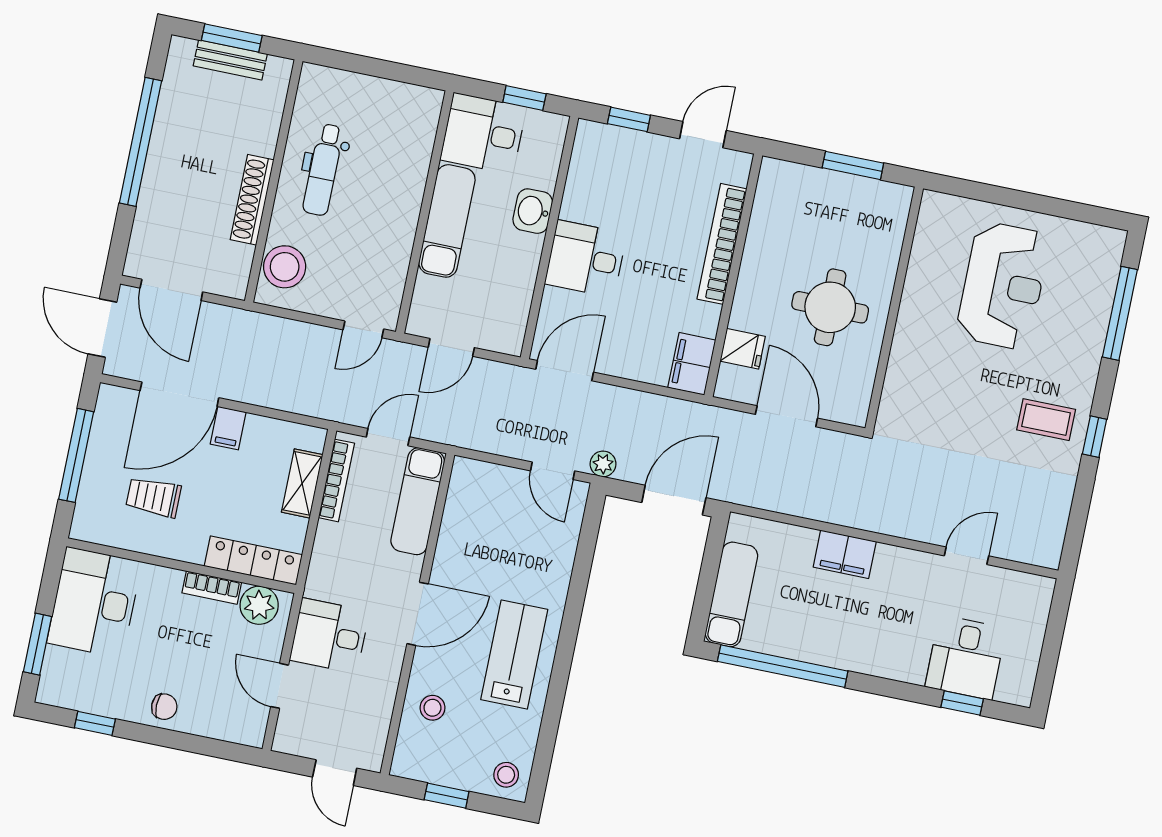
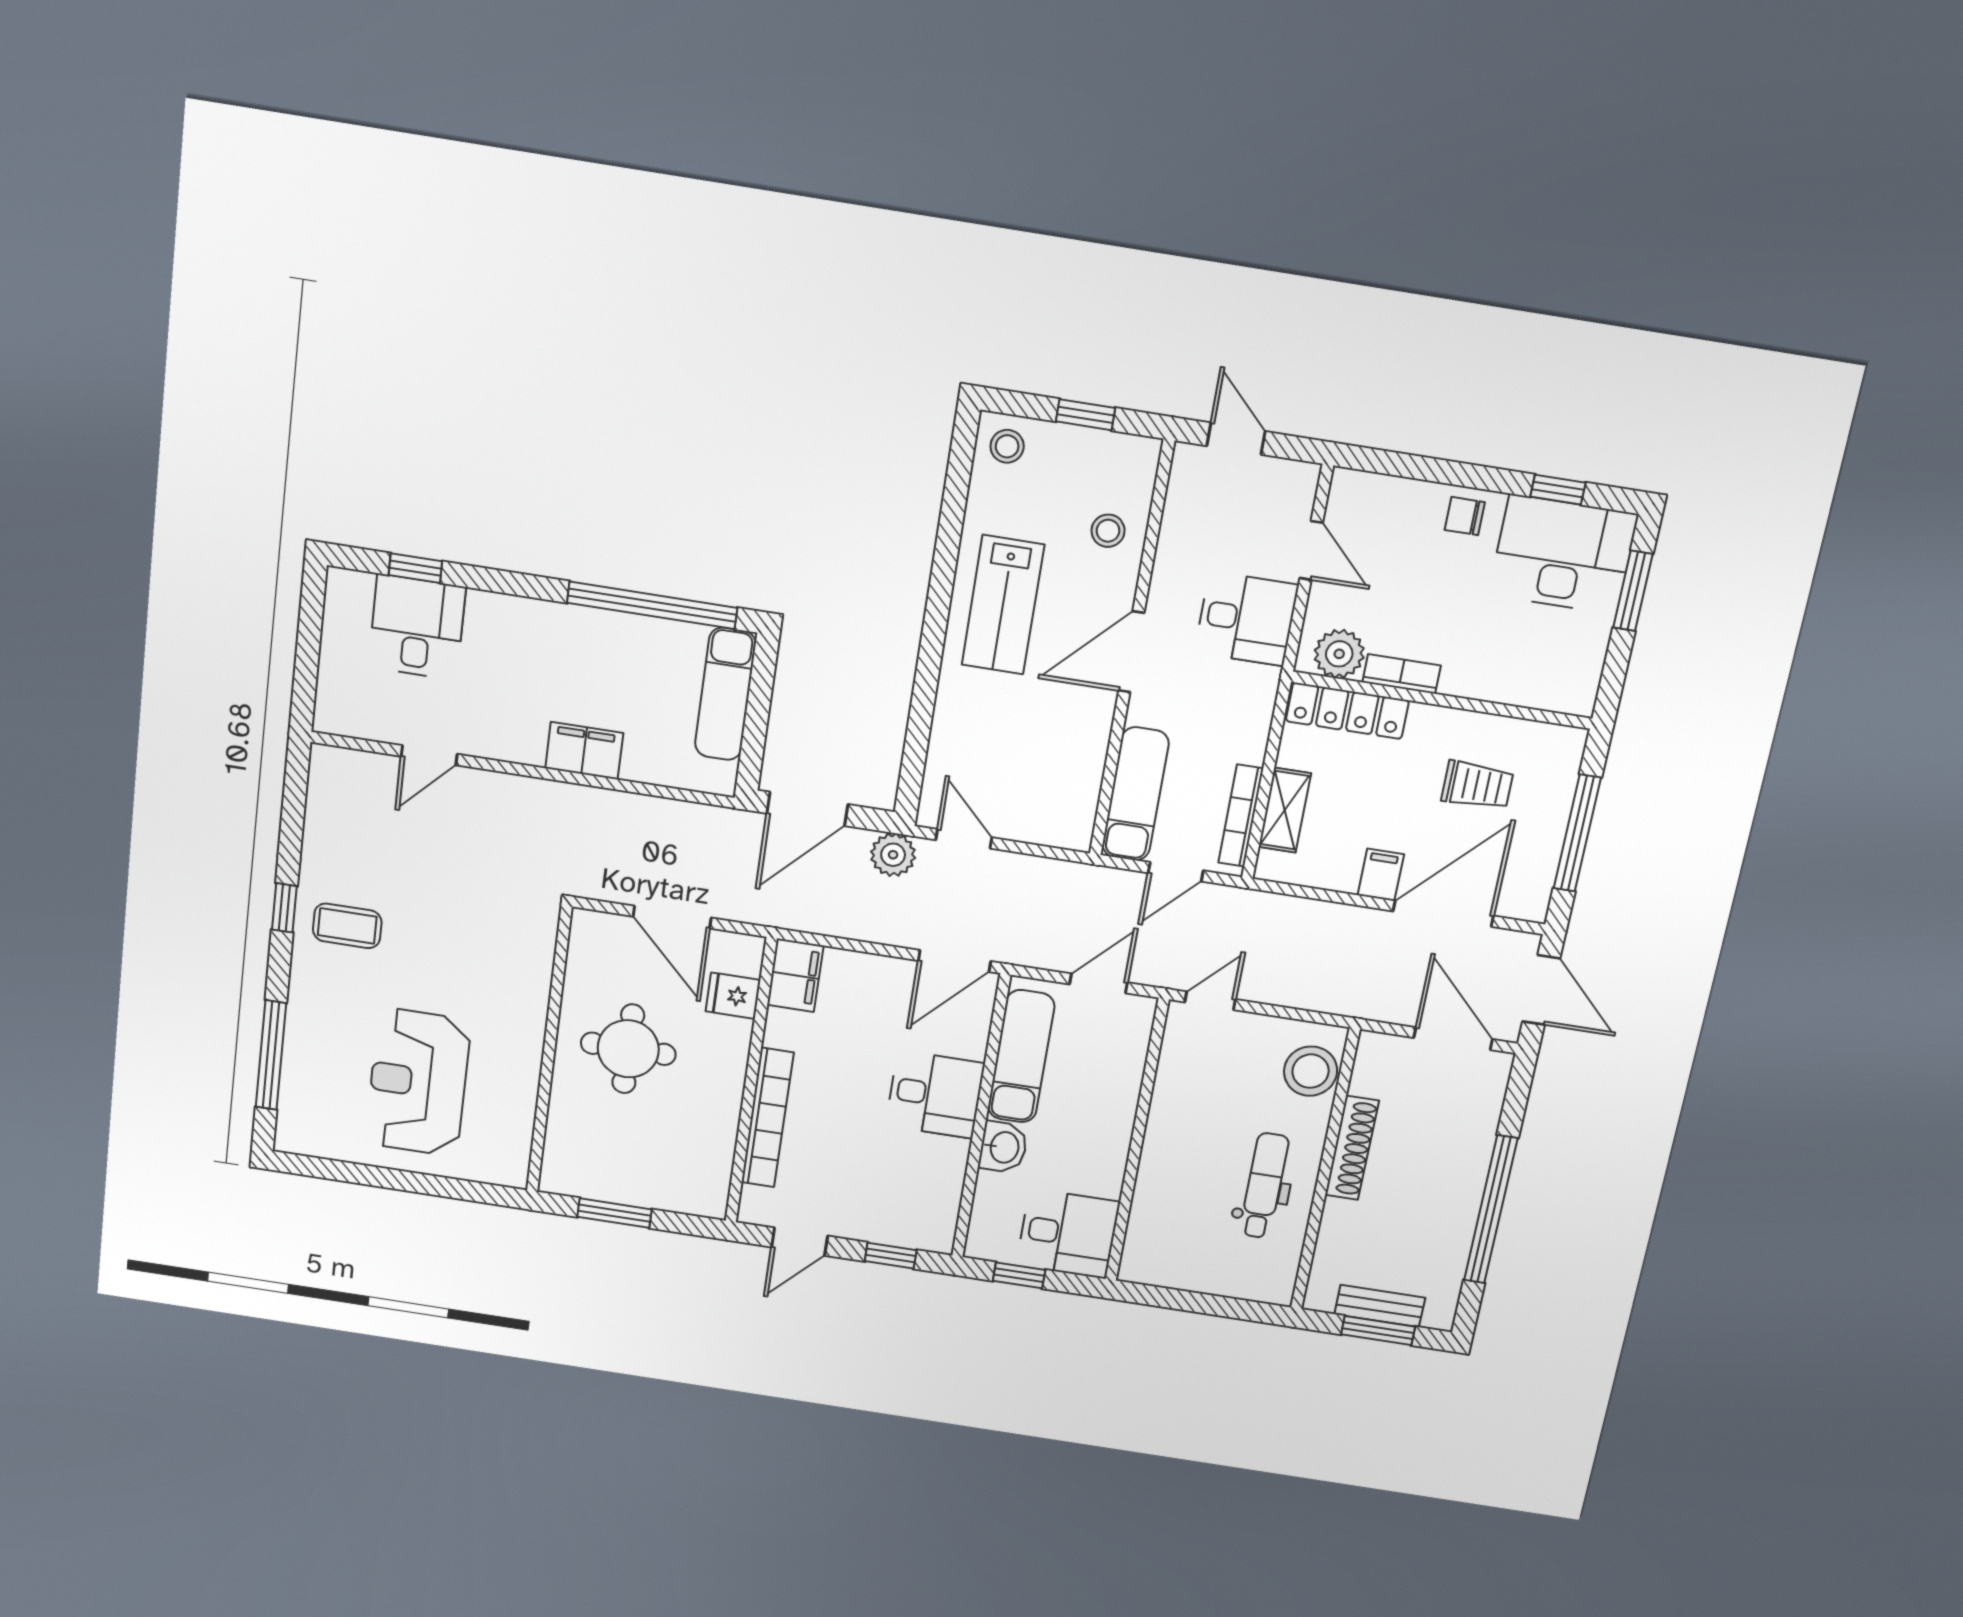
exam couch: (447, 221) -> (1021, 1056), moved, turned 180
plant: (603, 464) -> (893, 855), width x1.38, depth x1.38
desk: (94, 602) -> (1563, 554), moved, turned -90

